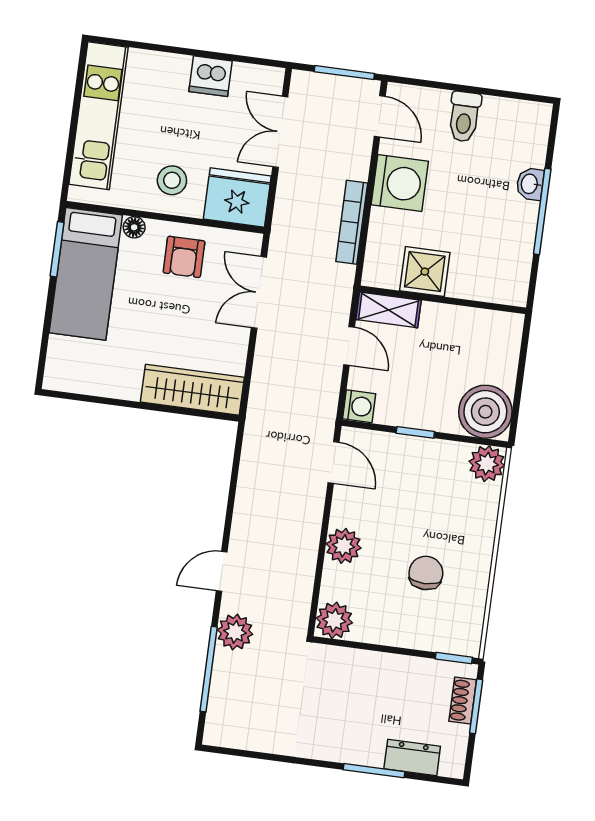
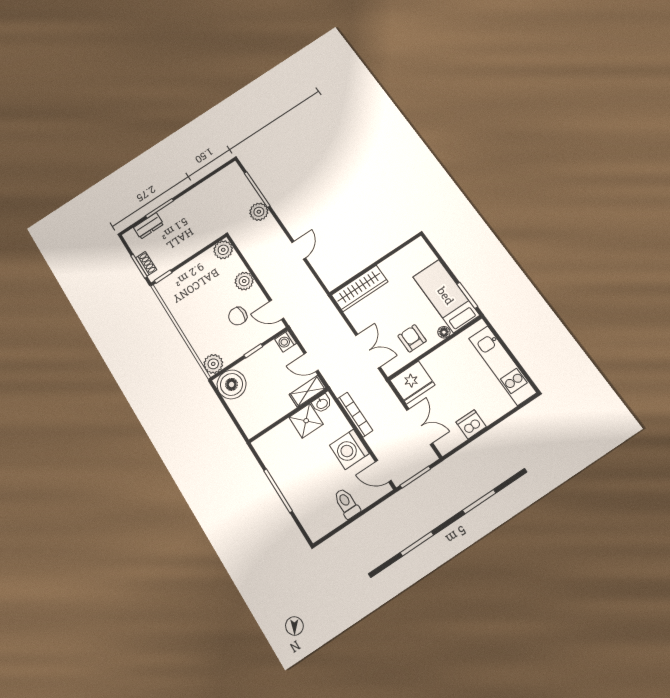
stool: (172, 180) -> (446, 366), removed
washbasin: (530, 184) -> (322, 404), moved, turned 90
door: (222, 571) -> (299, 250), moved
chair: (426, 573) -> (238, 316), moved, turned 90

